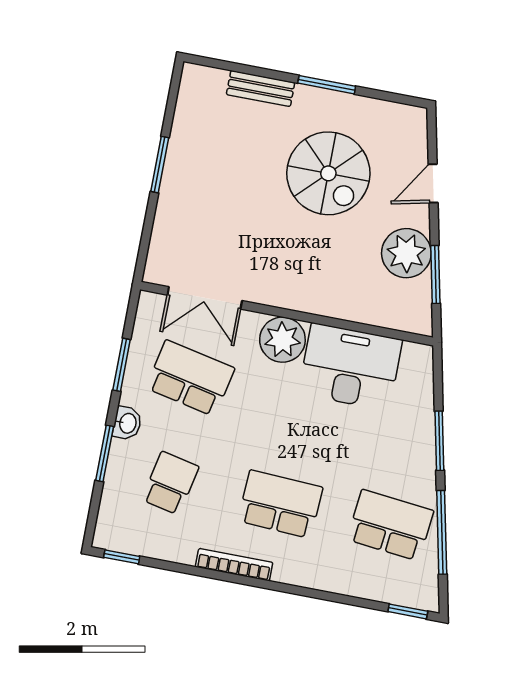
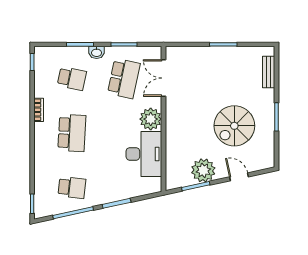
bench: (261, 89) -> (269, 72), moved
school desk: (390, 525) -> (72, 188), width x0.54
bookcase: (234, 565) -> (39, 110), width x0.64

